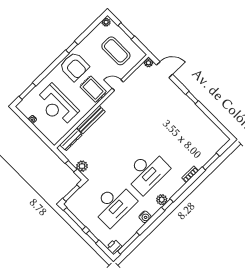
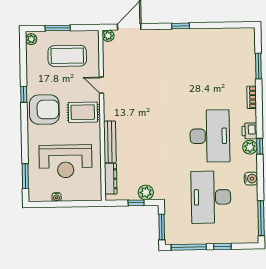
door: (118, 85) -> (101, 85), hinge flipped
desk: (114, 204) -> (211, 197), turned 180
printer: (114, 247) -> (249, 131), moved

